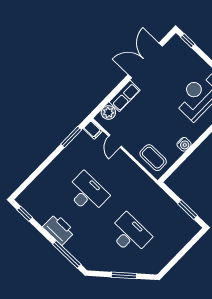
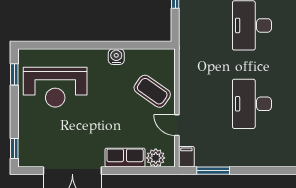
door: (115, 141) -> (177, 125), swing flipped
coffee table: (153, 158) -> (152, 91), moved, turned -55

